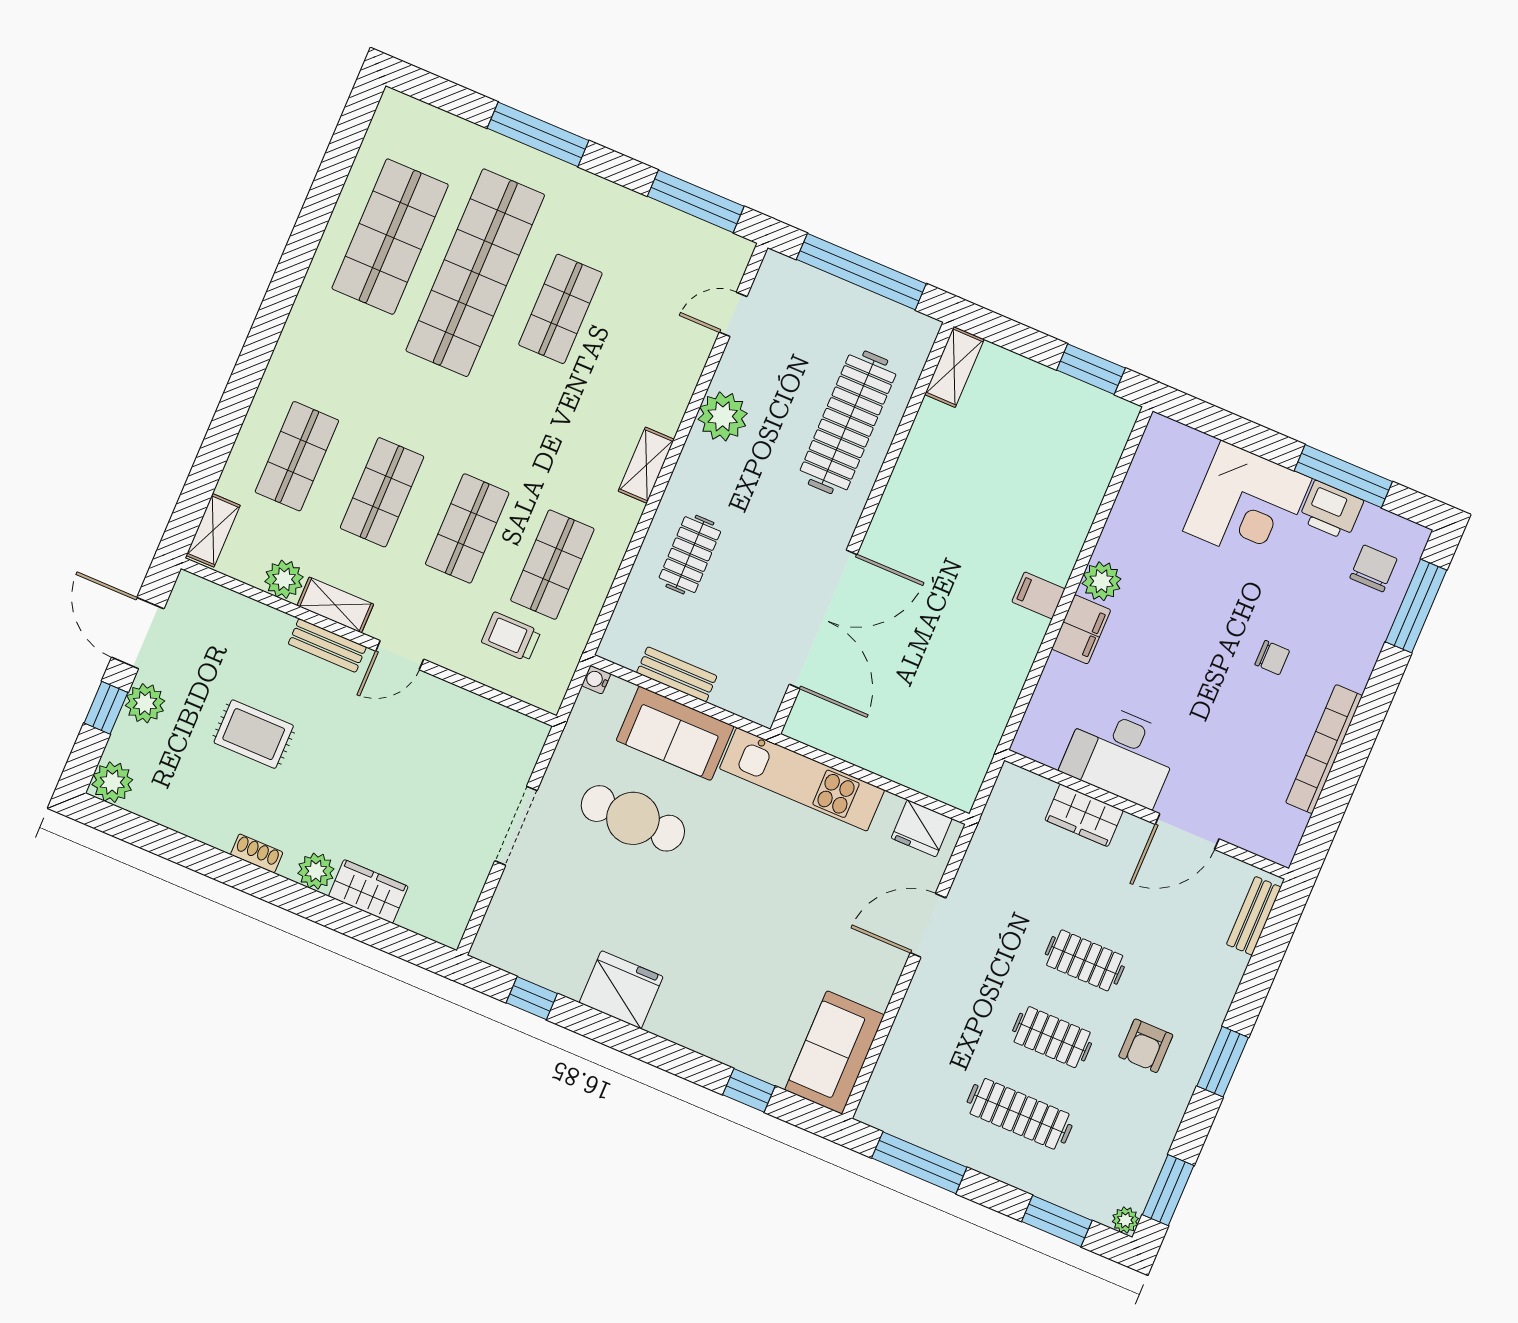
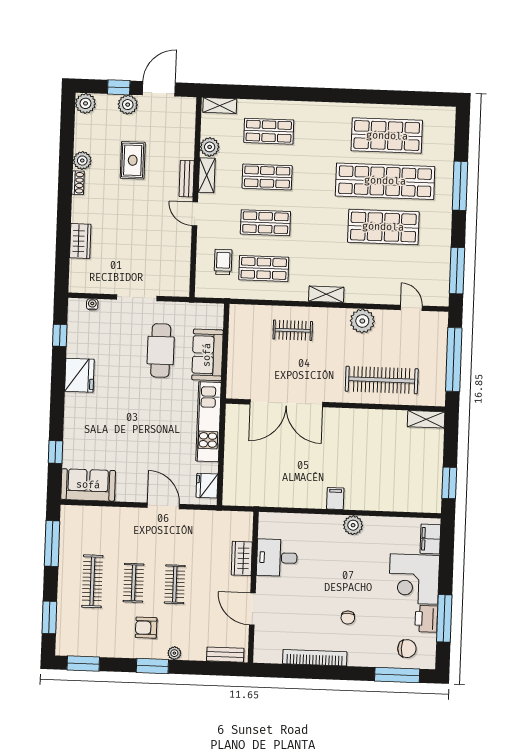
shop shelf: (560, 309) -> (383, 227), width x1.43, depth x1.36
filing cabinet: (1081, 629) -> (430, 539), moved, turned 90
bench: (677, 674) -> (235, 345), removed
water cooler: (596, 680) -> (92, 304), moved
desk: (1121, 754) -> (277, 558), width x0.73
plant: (316, 871) -> (82, 161), moved
plant: (1125, 1220) -> (174, 653), moved

